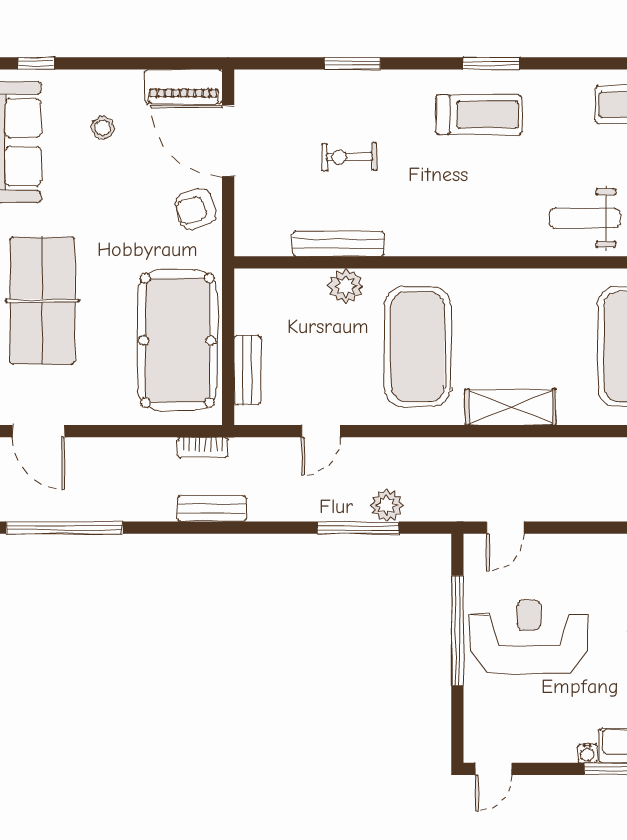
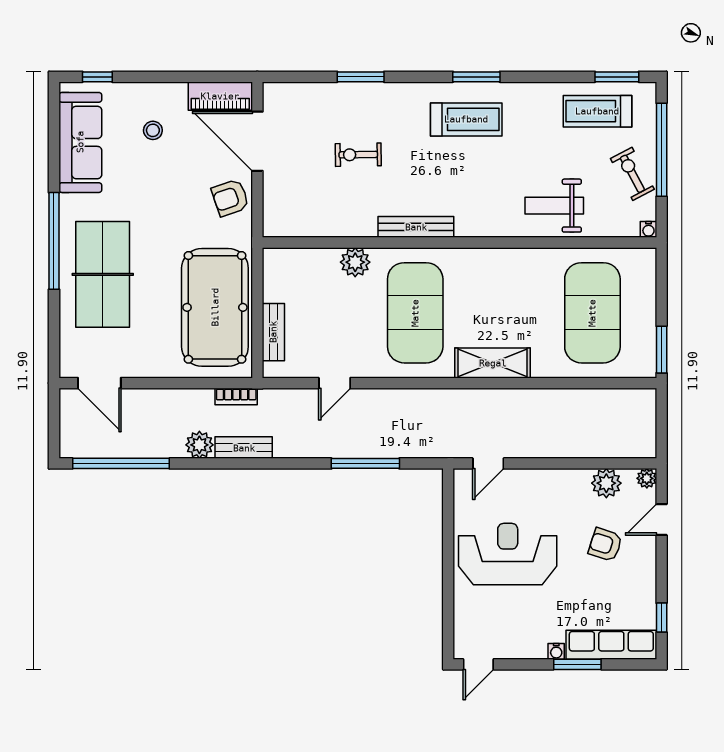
bench: (338, 244) -> (416, 227), moved
plant: (387, 505) -> (199, 445), moved
window: (457, 631) -> (448, 549), removed

